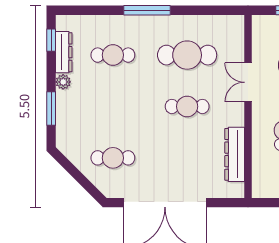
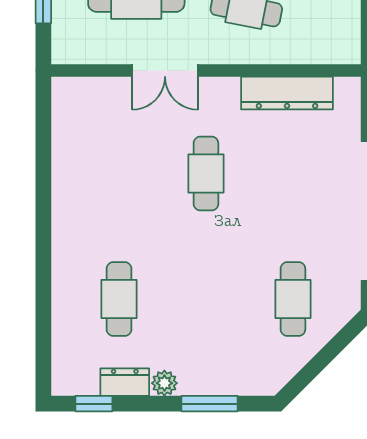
window: (147, 10) -> (43, 241), removed
dresser: (64, 52) -> (125, 382), width x0.70
cafe table: (187, 55) -> (119, 174), removed

